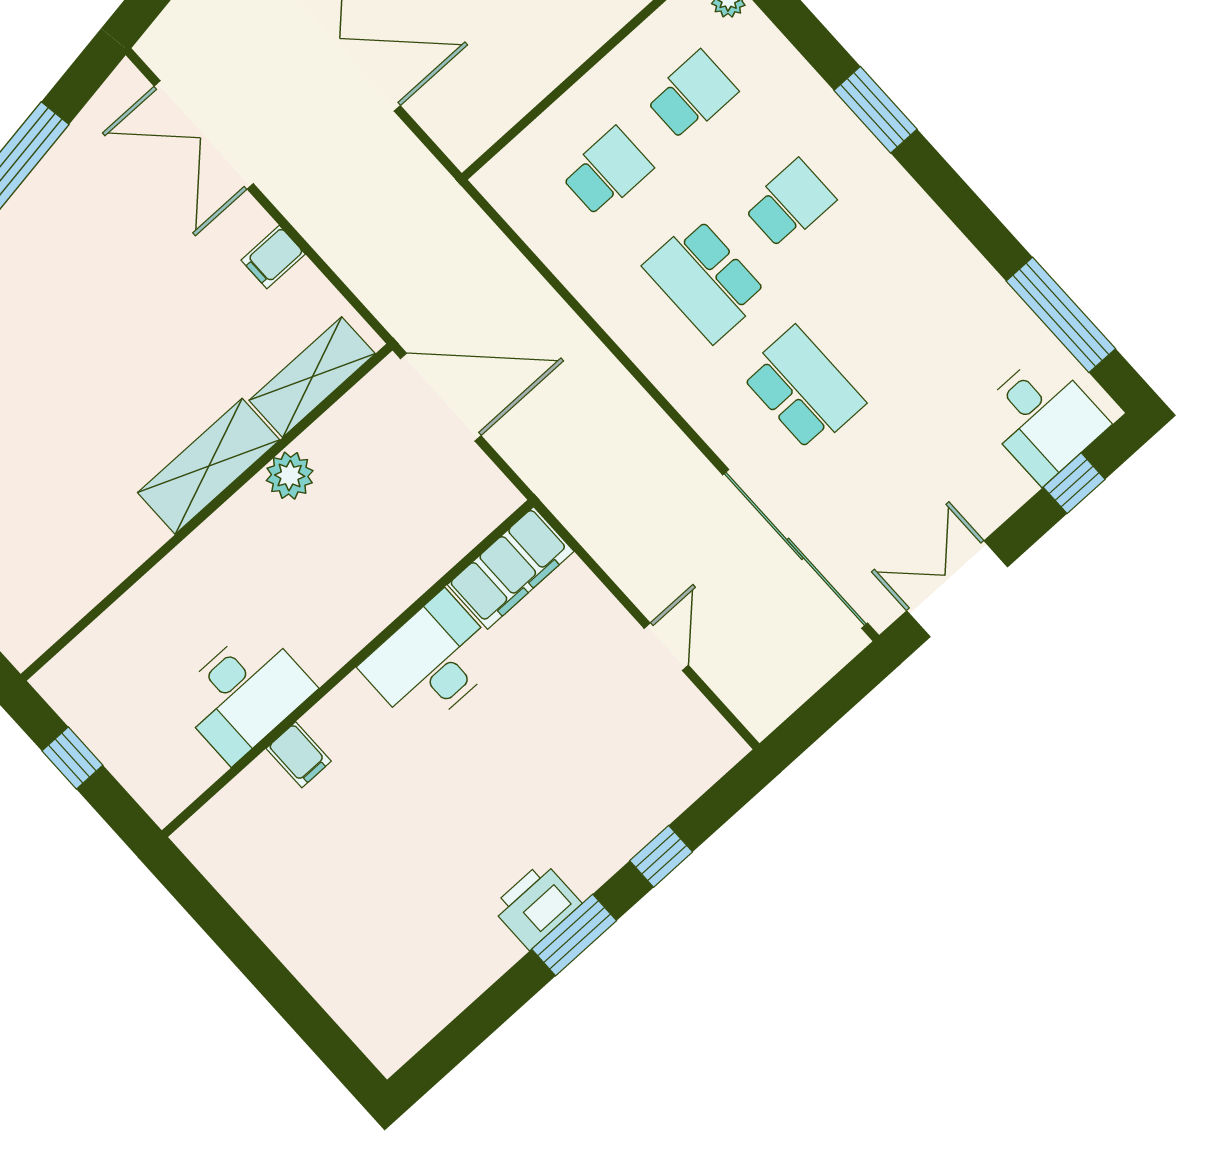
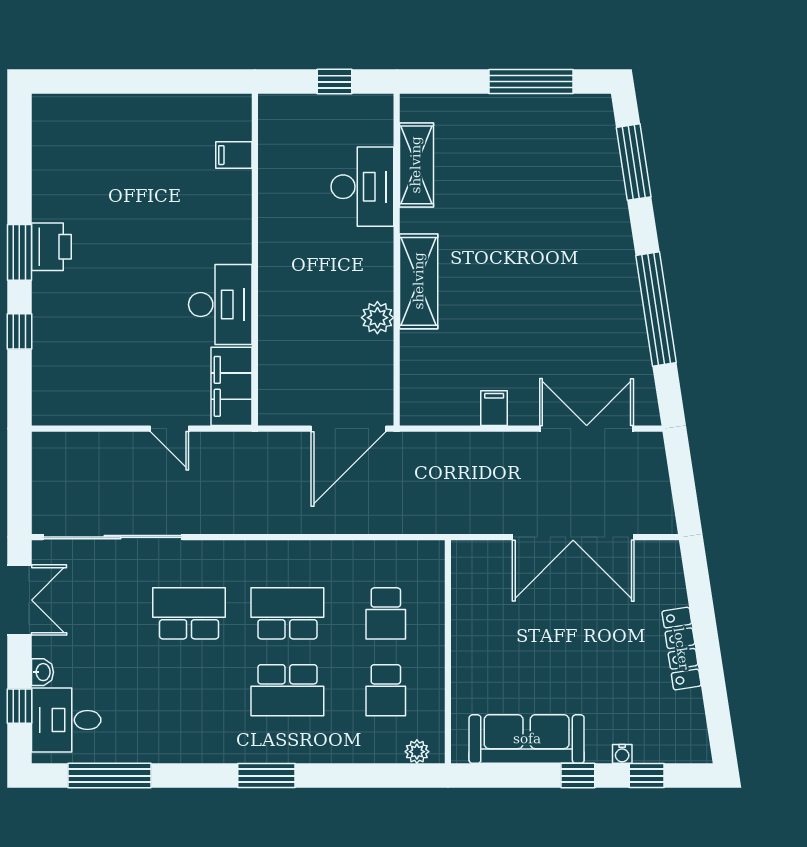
window: (875, 110) -> (266, 776), moved
school desk: (790, 204) -> (287, 690), width x1.85
shelving: (312, 377) -> (416, 165), moved
school desk: (803, 389) -> (189, 613), turned 180
washbasin: (1014, 492) -> (42, 672), added
door: (666, 647) -> (170, 429), moved
desk: (244, 694) -> (362, 187), moved, turned 180
filing cabinet: (299, 755) -> (234, 155), moved

